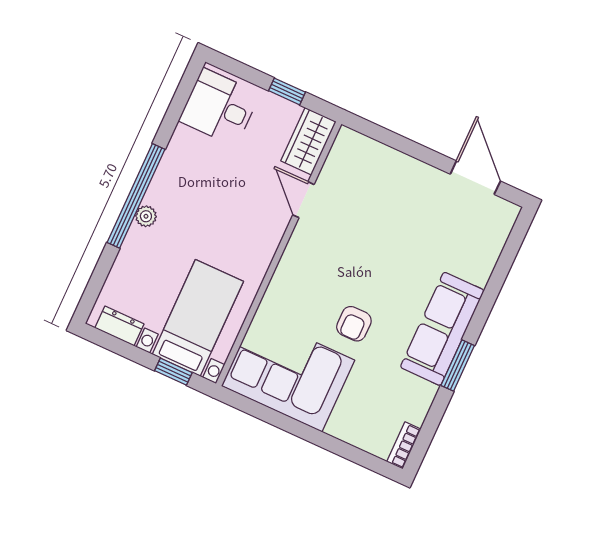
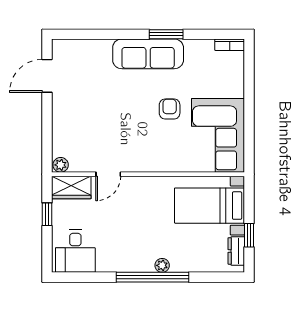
plant: (346, 141) -> (61, 165), added
armchair: (354, 324) -> (170, 109), turned -90
window: (173, 372) -> (249, 235), moved

